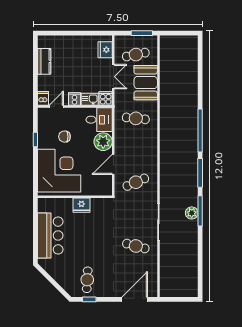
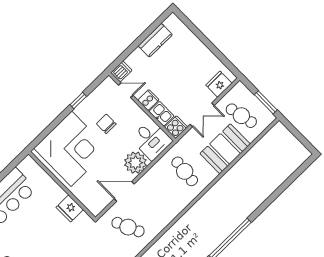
fridge: (81, 205) -> (70, 208), moved

